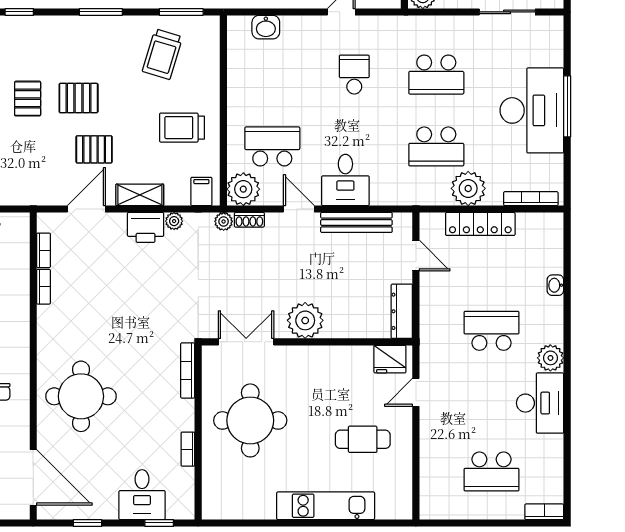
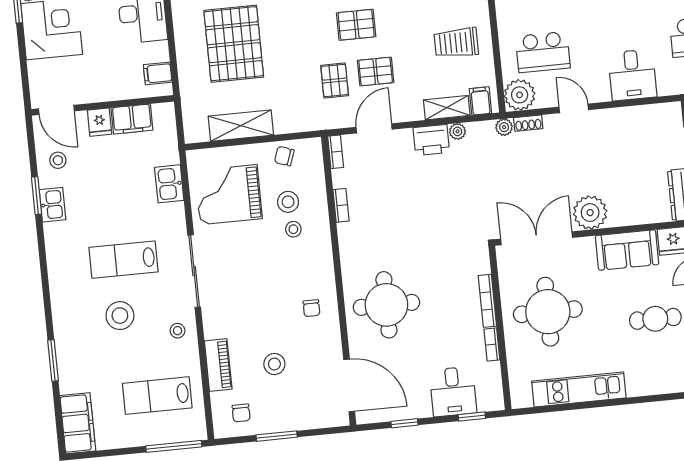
pallet: (28, 99) -> (335, 81), moved
school desk: (272, 146) -> (543, 52), turned 180
desk: (345, 180) -> (632, 75), moved
shelving: (140, 195) -> (447, 108), moved
bench: (356, 222) -> (629, 116), removed
bookcase: (44, 250) -> (336, 152), moved
double door: (246, 342) -> (537, 238), width x1.37
sofa: (340, 364) -> (627, 250), added
bookcase: (188, 370) -> (487, 301), moved
kitchen unit: (326, 506) -> (579, 390), moved

